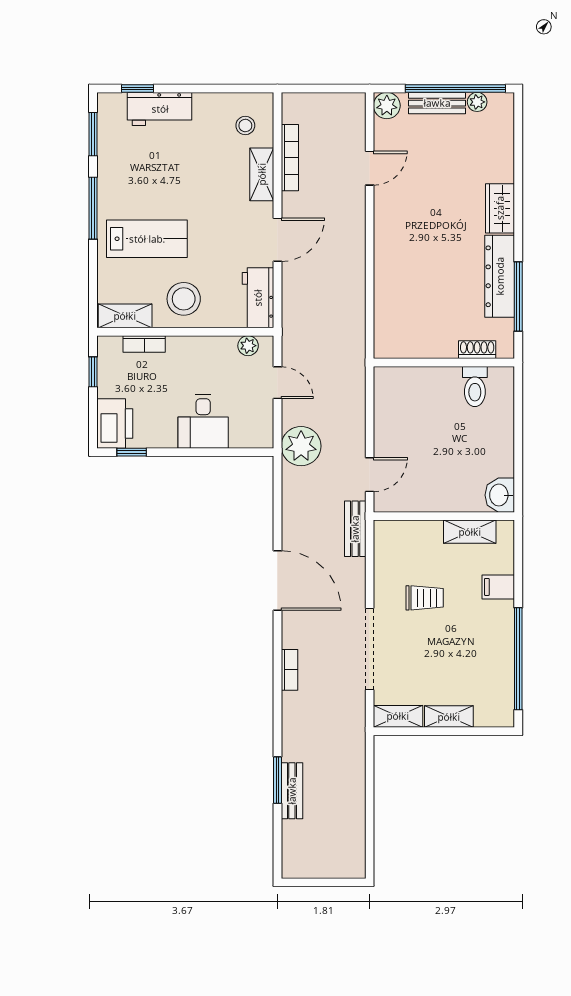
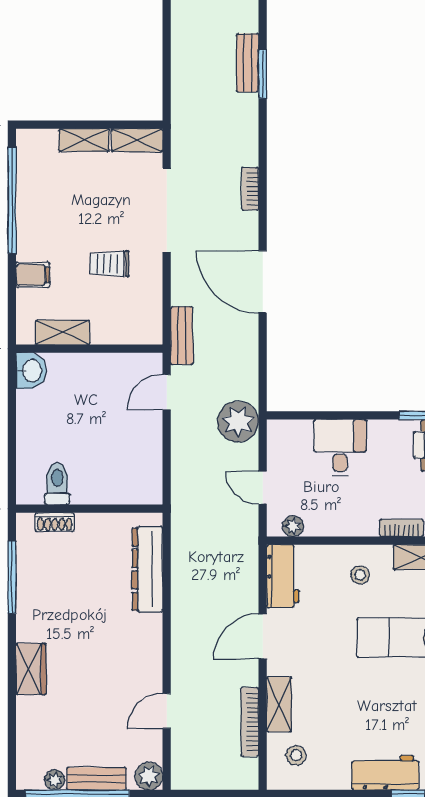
dresser: (500, 276) -> (147, 569), moved, turned 180
stool: (184, 299) -> (360, 575), width x0.53, depth x0.53

